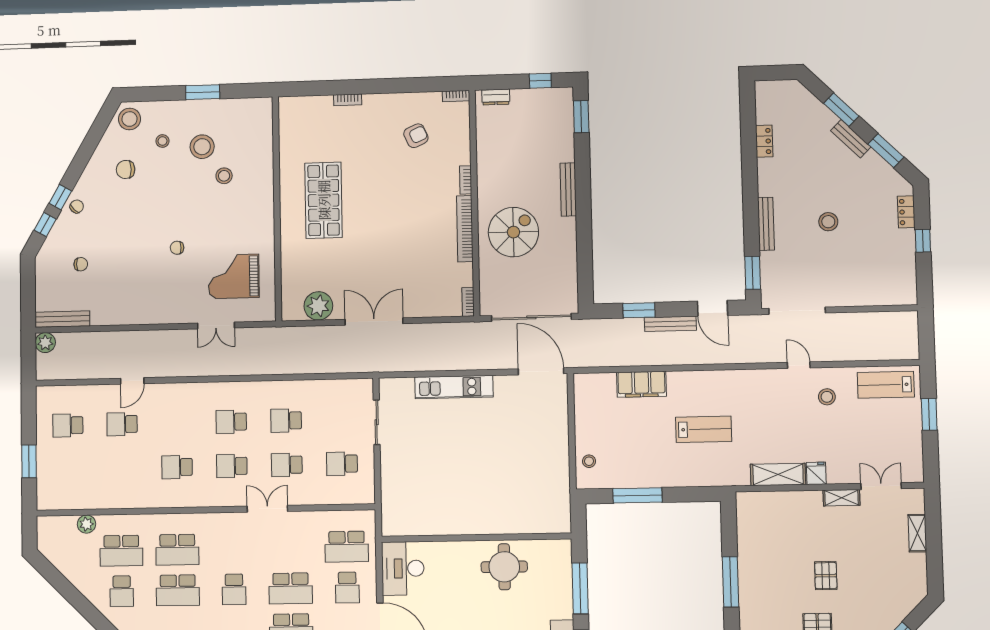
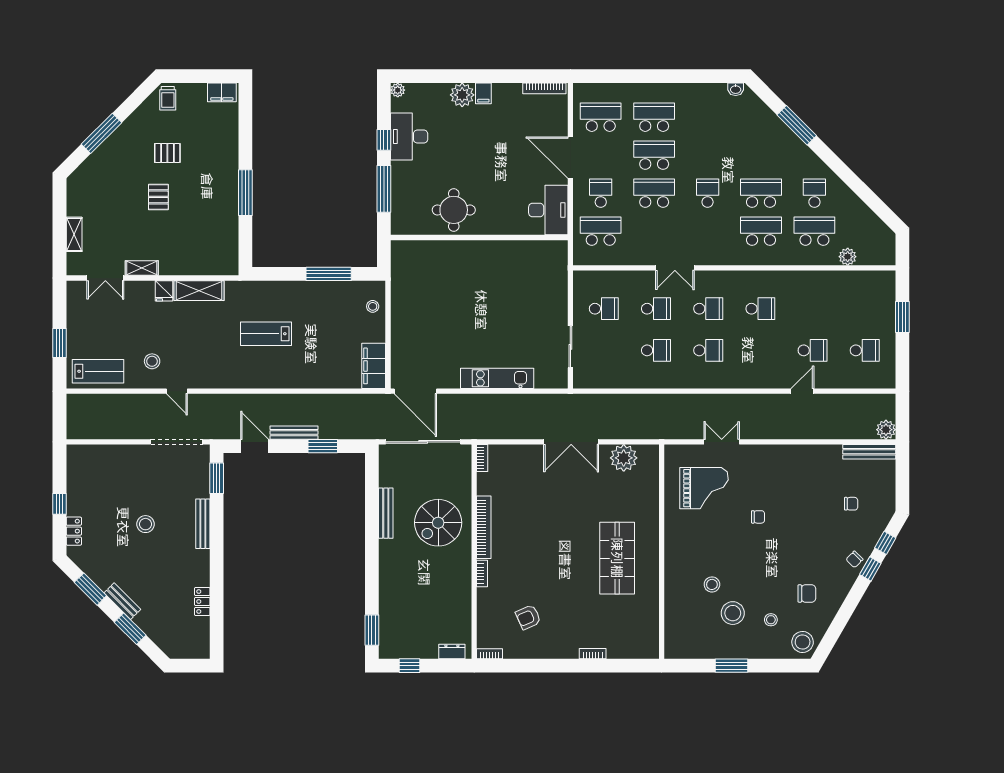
bench: (568, 189) -> (386, 513), moved
chair: (81, 264) -> (851, 504), turned 180
filing cabinet: (641, 384) -> (374, 366), moved, turned -90

